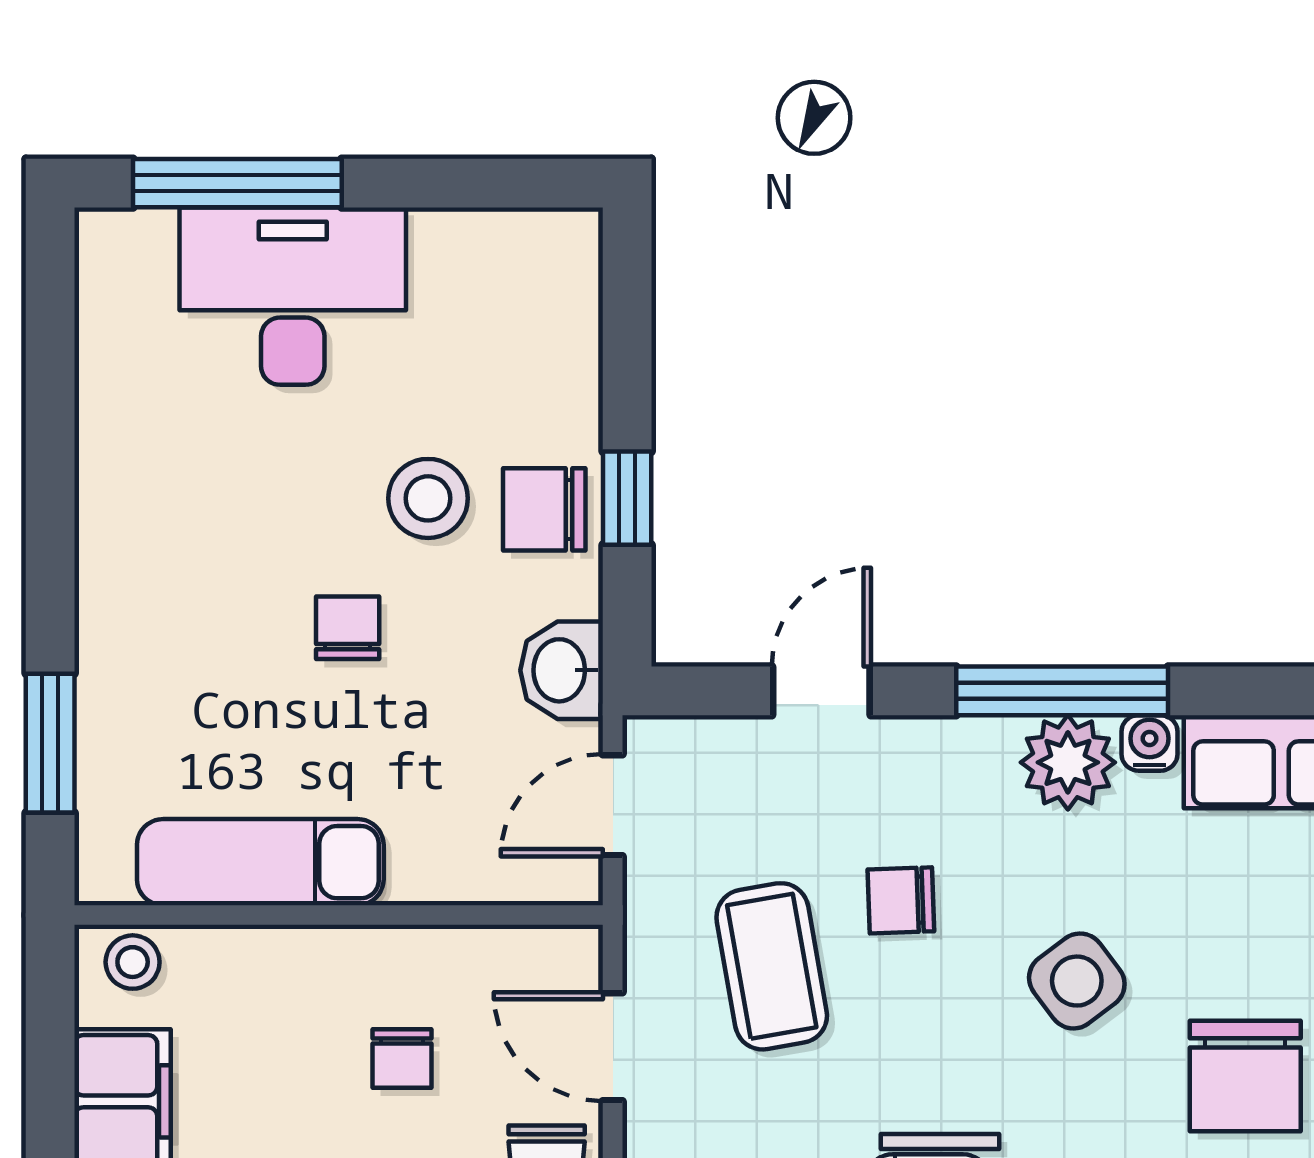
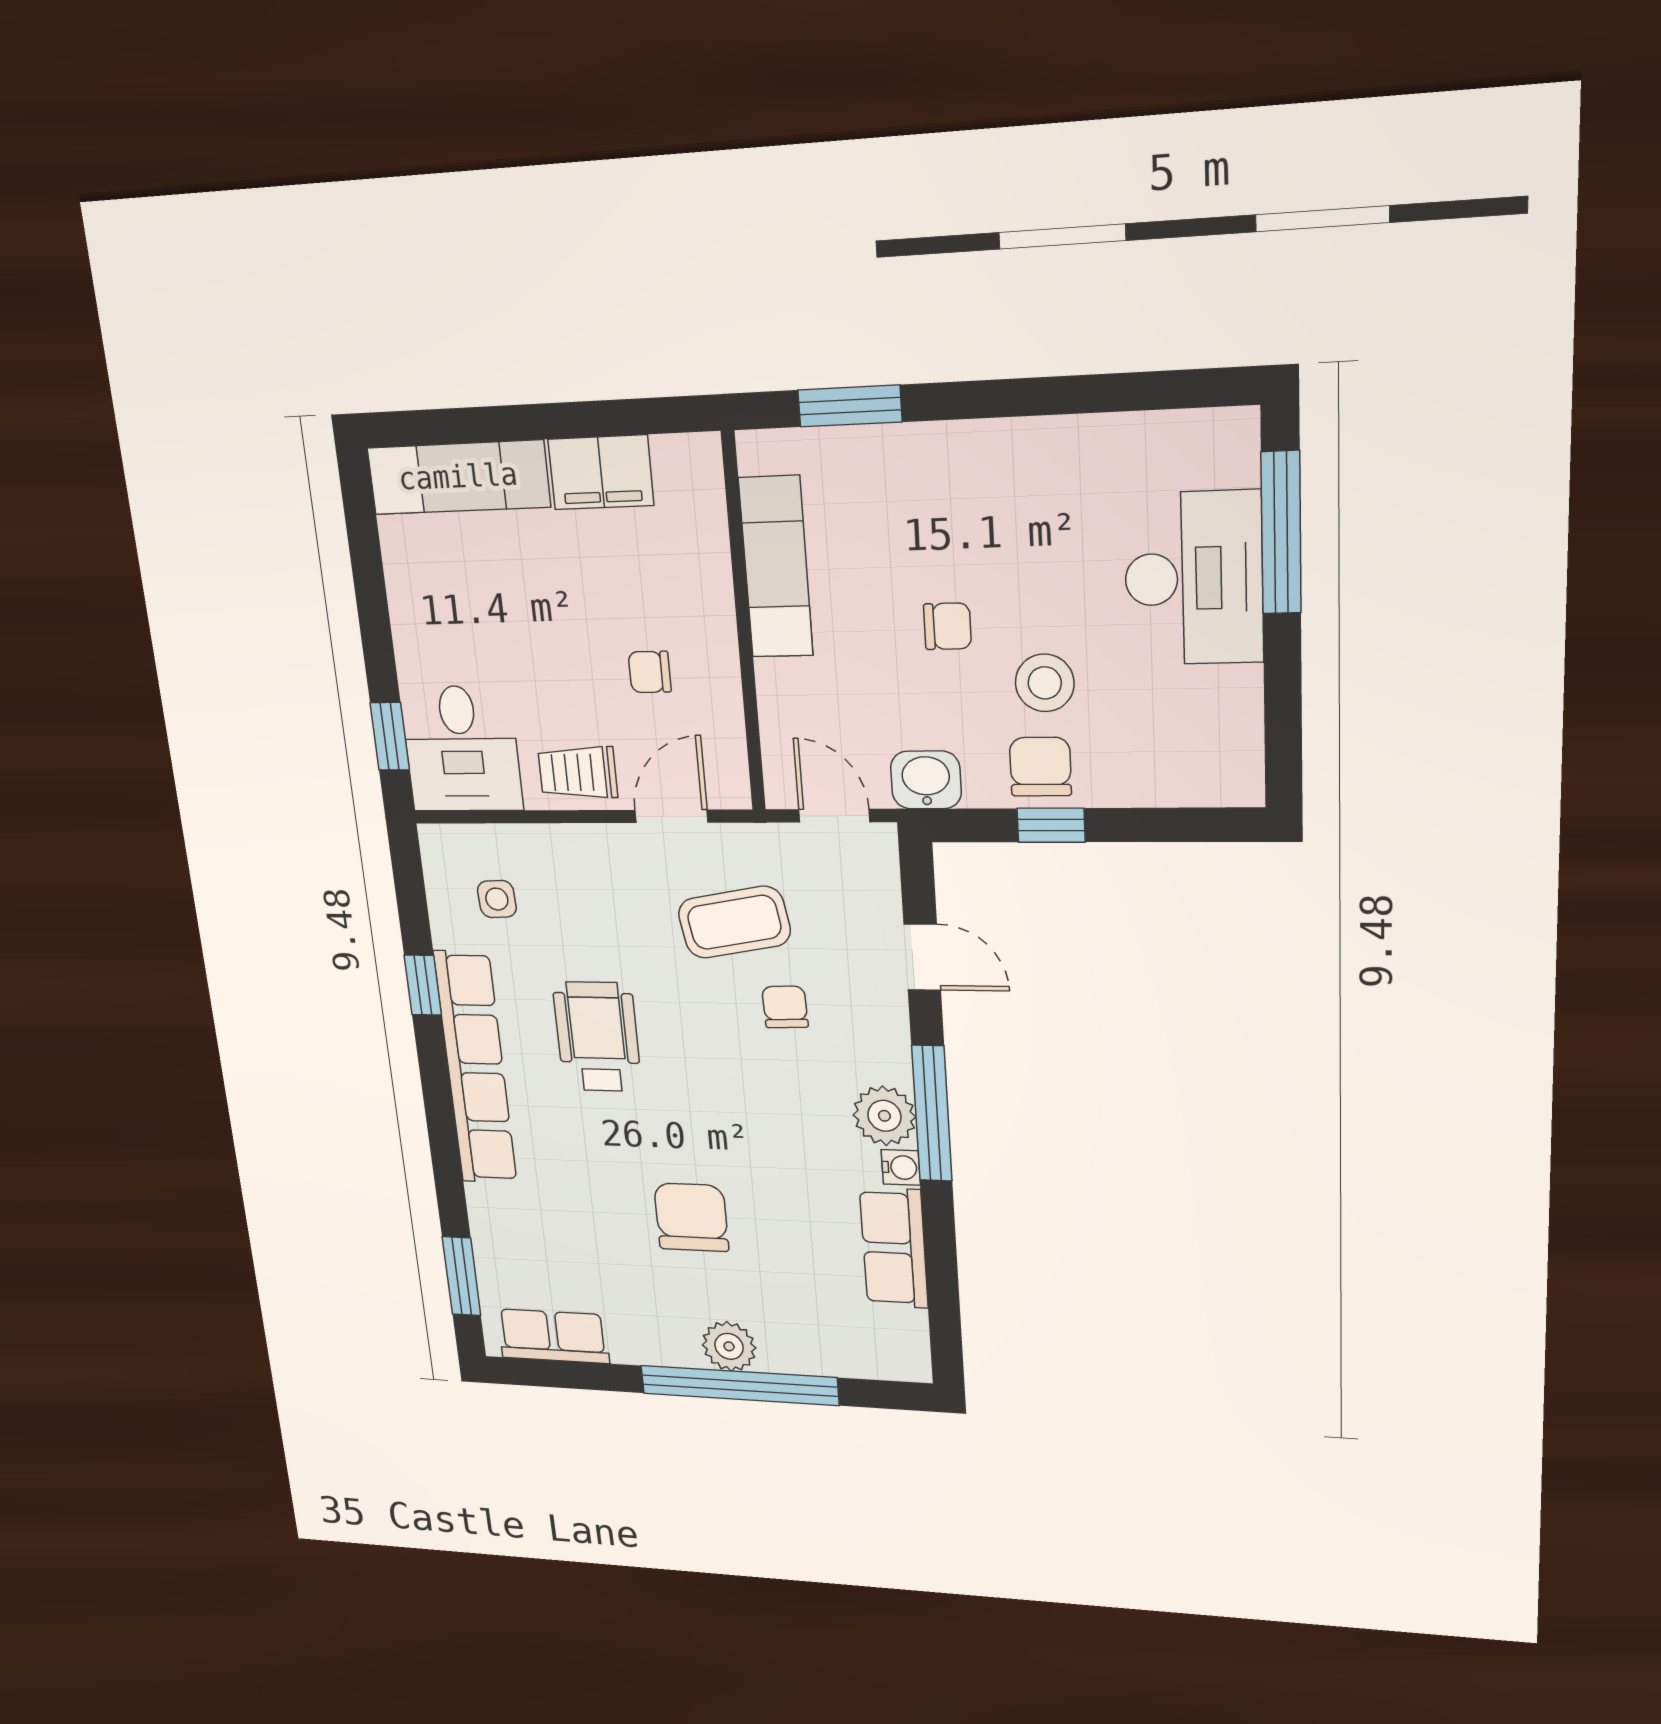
stool: (133, 962) -> (698, 476), removed
side table: (1077, 981) -> (742, 1117), removed
chair: (1245, 1076) -> (691, 1217), turned 90

